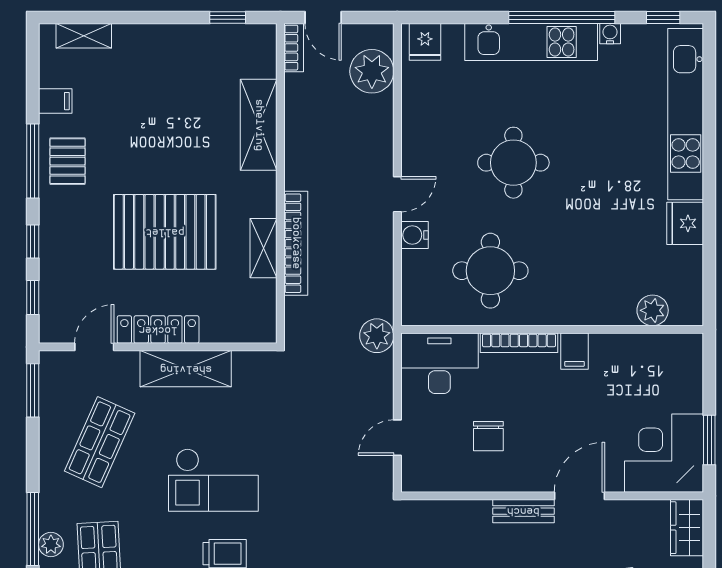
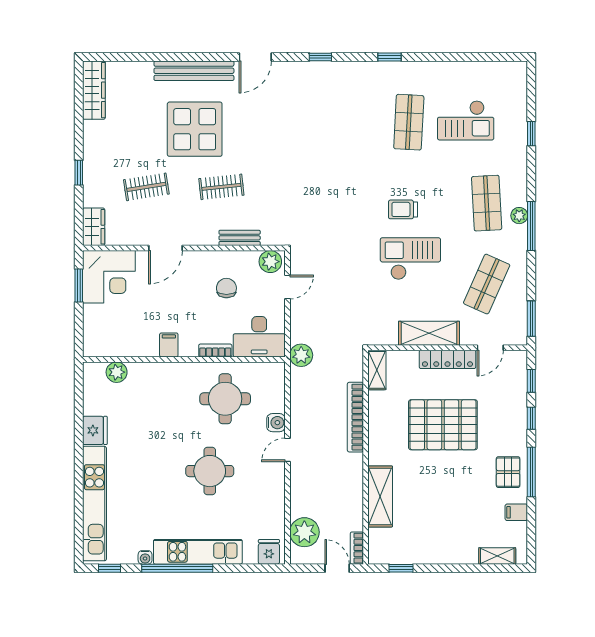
shelving: (264, 248) -> (377, 370), moved
bookcase: (519, 343) -> (215, 350), width x0.64
plant: (423, 476) -> (270, 262), added
bench: (523, 511) -> (240, 238), moved

